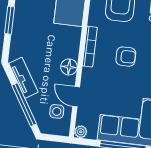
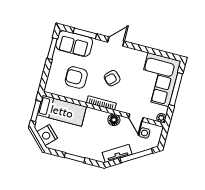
armchair: (126, 57) -> (112, 78), turned -134
door: (76, 97) -> (136, 118), hinge flipped

